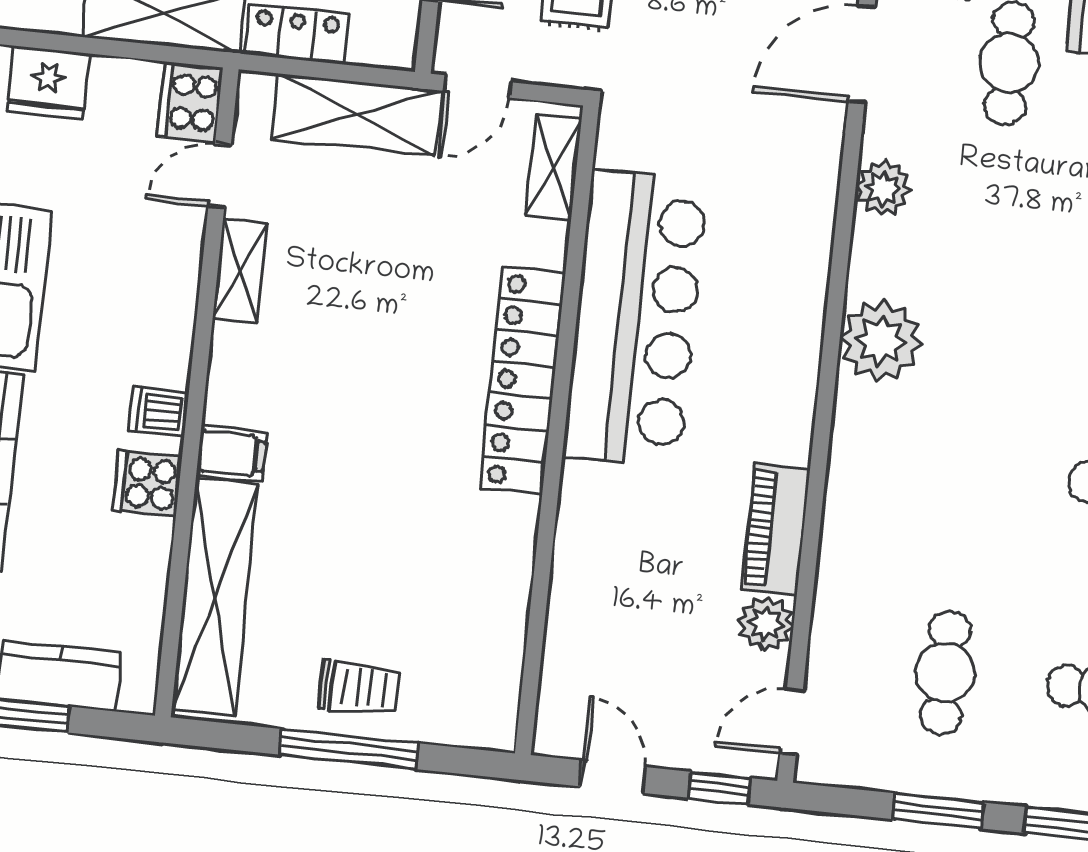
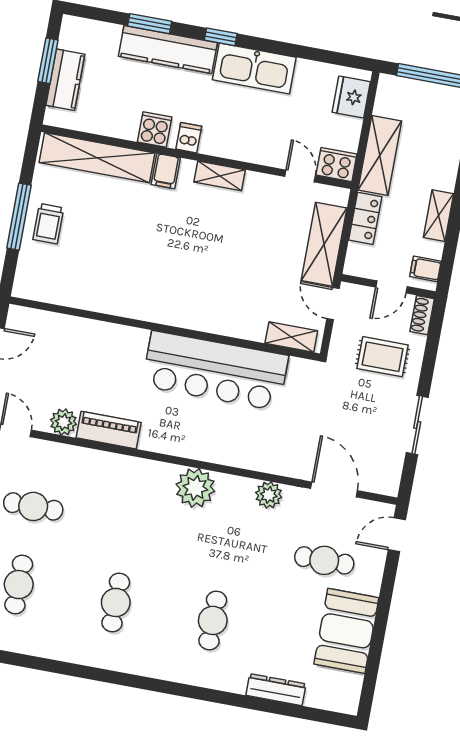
shelving: (240, 271) -> (220, 176), moved
locker: (523, 380) -> (190, 314), removed

